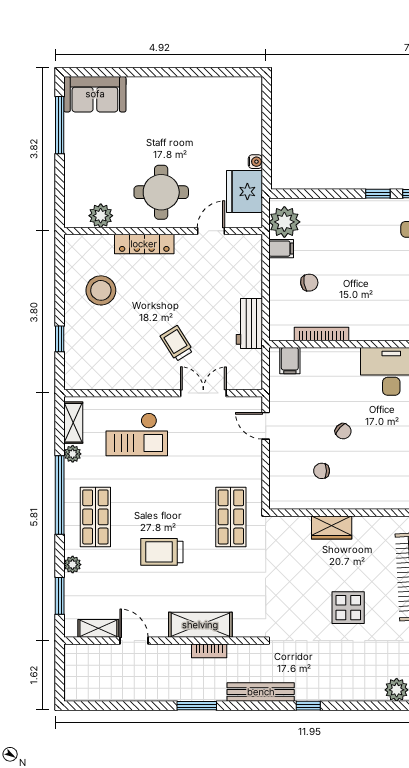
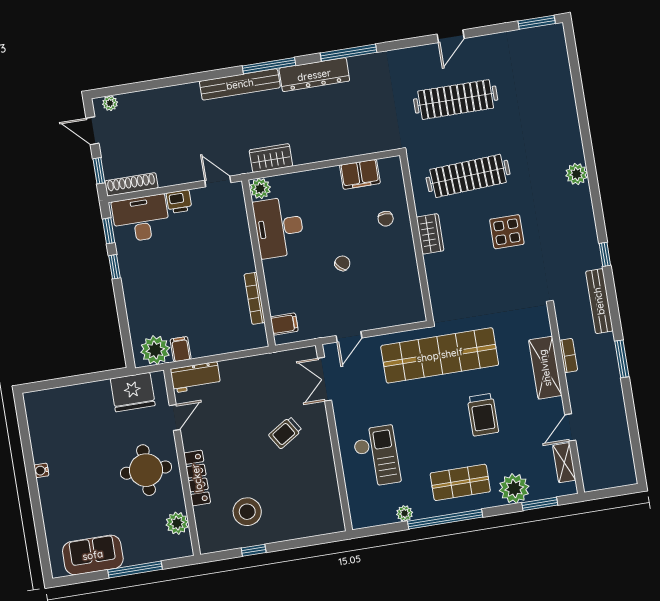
sofa: (95, 94) -> (93, 555), moved, turned -90
window: (60, 125) -> (135, 569), moved
water cooler: (255, 162) -> (41, 470), moved, turned -90
door: (211, 231) -> (175, 418), swing flipped
chair: (309, 283) -> (208, 318), removed
workbench: (249, 323) -> (195, 377), moved
window: (60, 339) -> (254, 550), moved
double door: (203, 393) -> (325, 379), moved
shelving: (73, 423) -> (375, 517), removed
chair: (322, 471) -> (386, 219), moved
shop shelf: (231, 517) -> (440, 355), width x2.00, depth x1.36
wardrobe: (332, 527) -> (430, 234), moved
plant: (73, 565) -> (514, 489), width x1.88, depth x1.88

